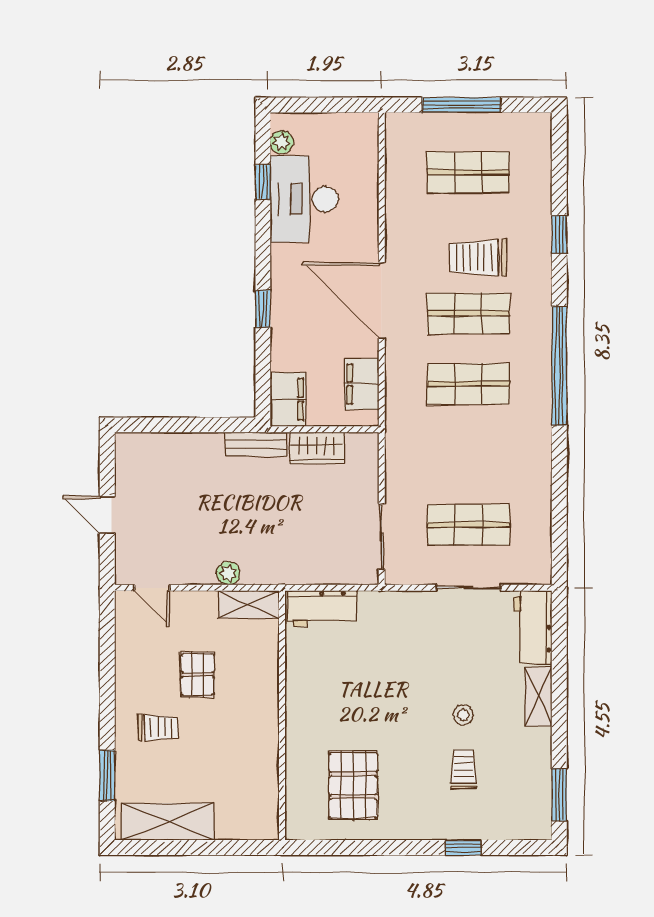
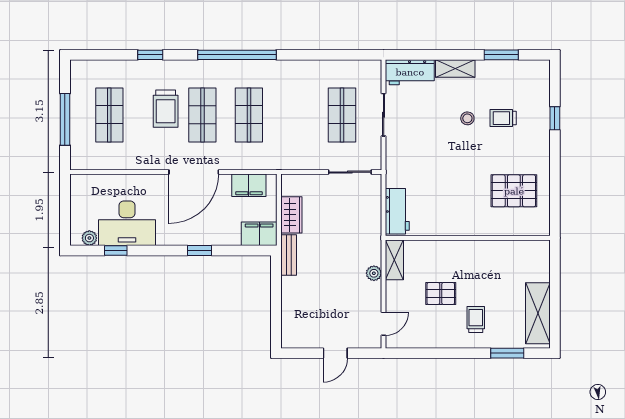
window: (559, 795) -> (501, 55), moved

